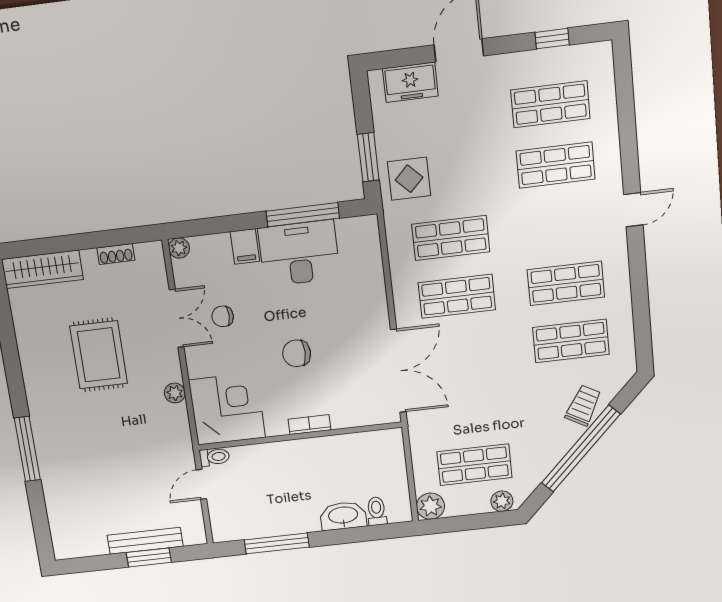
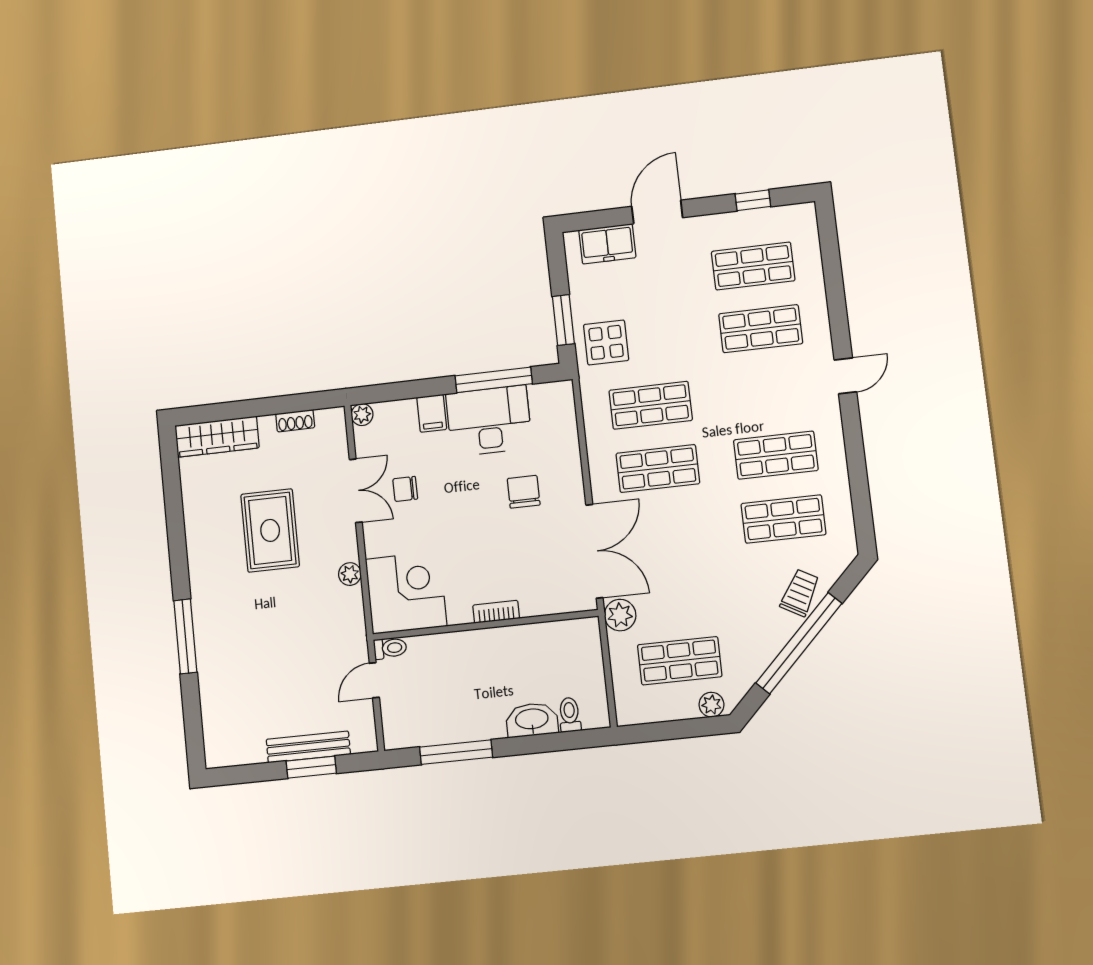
chair: (297, 353) -> (524, 492), moved, turned 90
plant: (430, 506) -> (620, 615), moved

